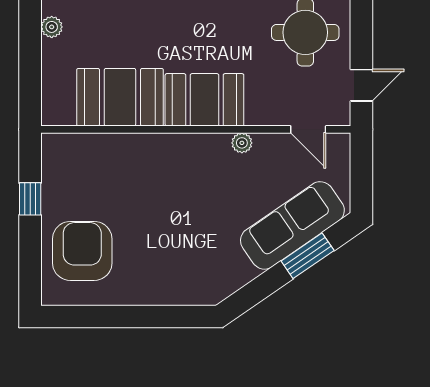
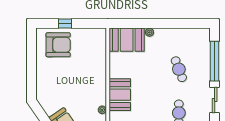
booth: (120, 97) -> (127, 40), moved, turned 90
window: (30, 199) -> (65, 24), moved

